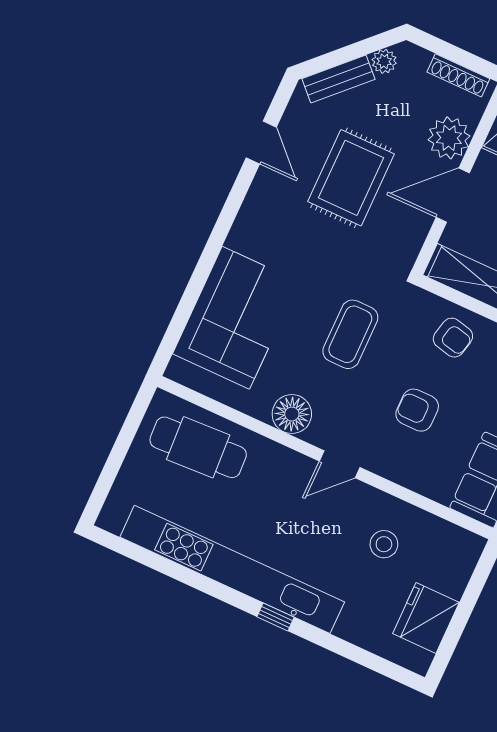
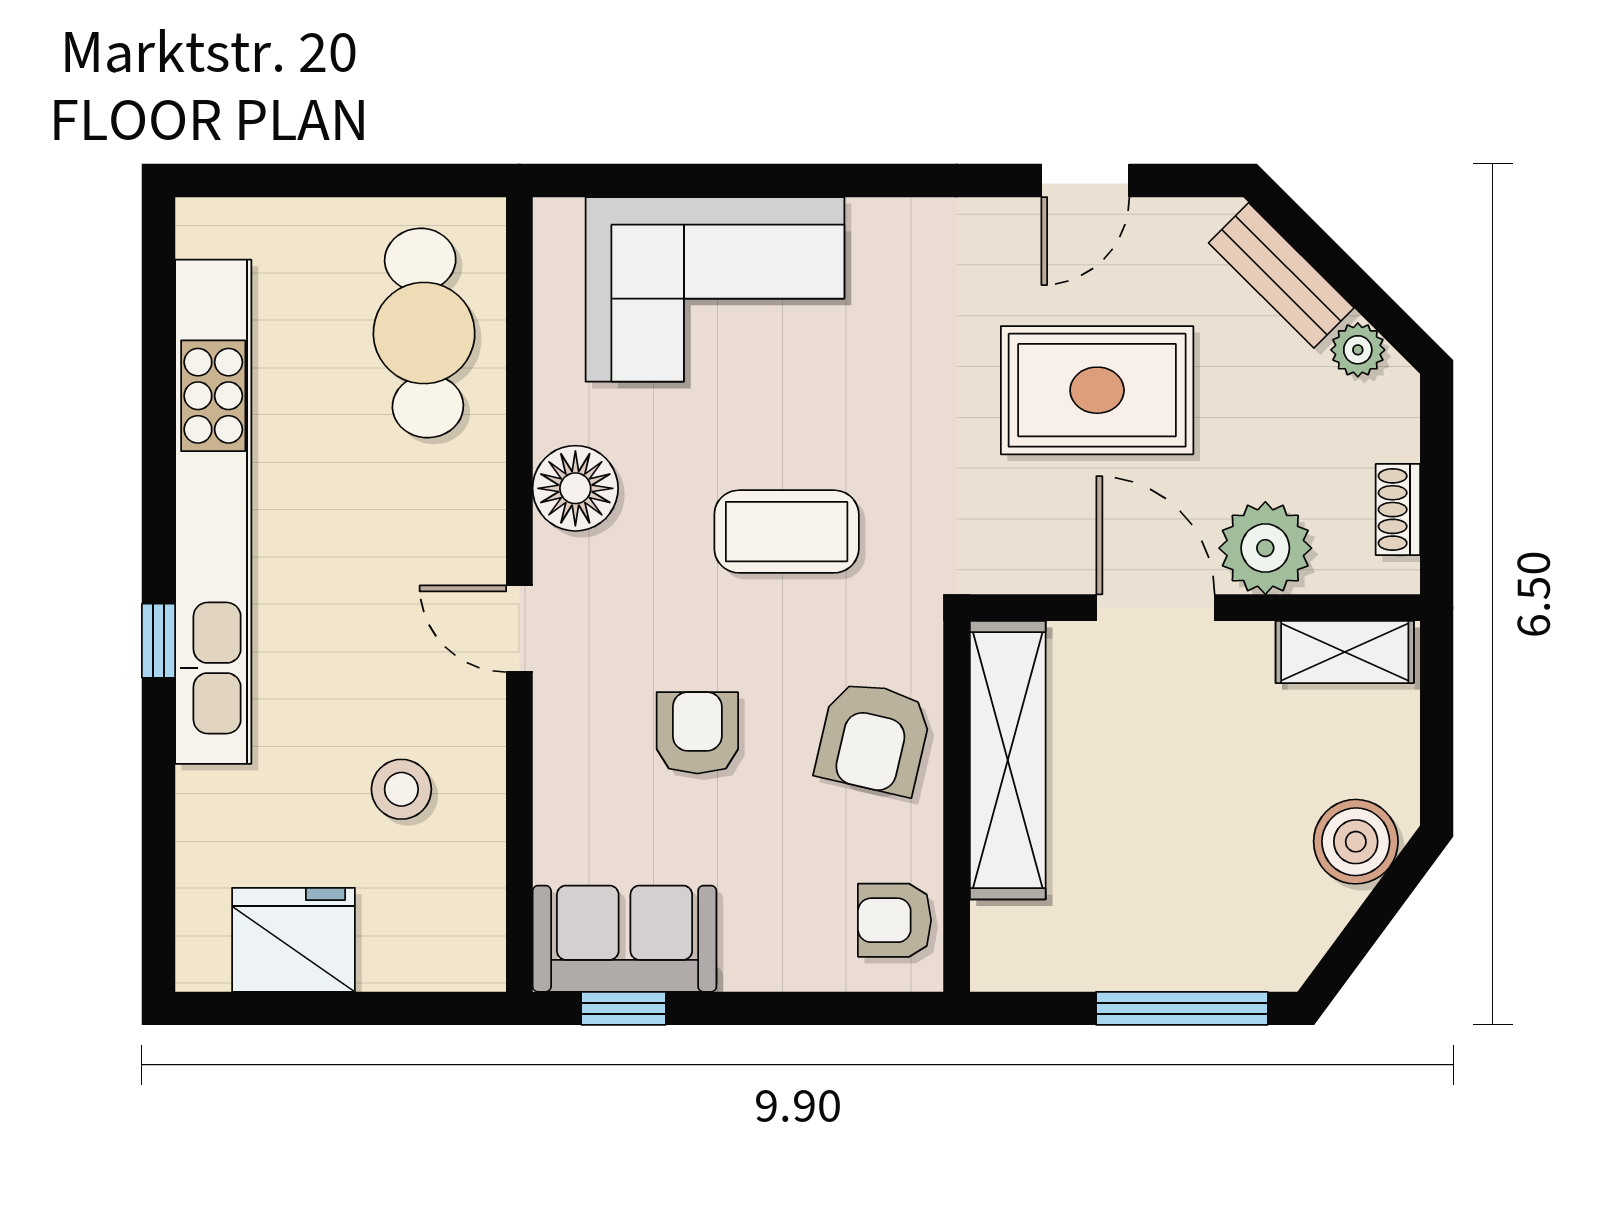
shoe rack: (458, 75) -> (1398, 510), width x0.70
armchair: (453, 338) -> (874, 738), width x1.38, depth x1.38

